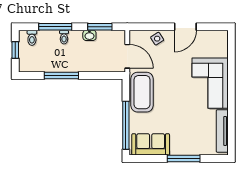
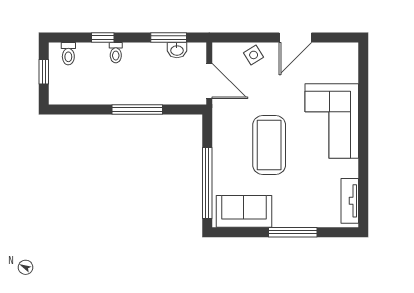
window: (55, 27) -> (103, 37), width x0.46
washbasin: (89, 35) -> (177, 50), moved
window: (61, 76) -> (137, 110), moved
coffee table: (142, 92) -> (269, 145), moved
tv unit: (222, 131) -> (350, 201), width x0.71

